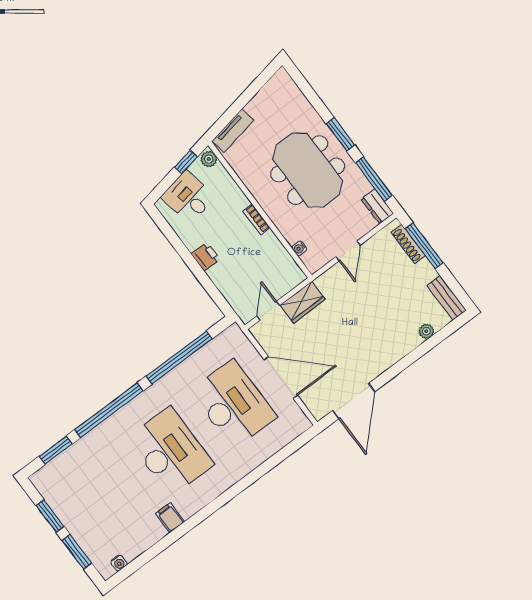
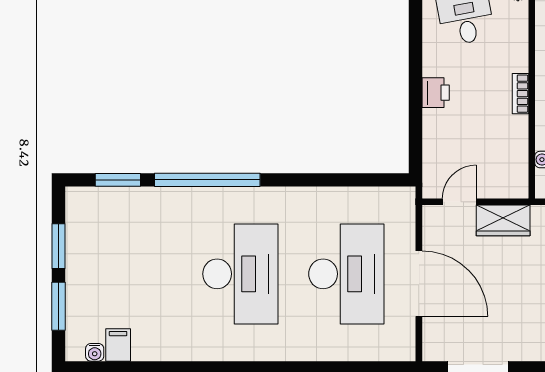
window: (179, 358) -> (326, 180), removed
filing cabinet: (170, 518) -> (118, 345), moved

